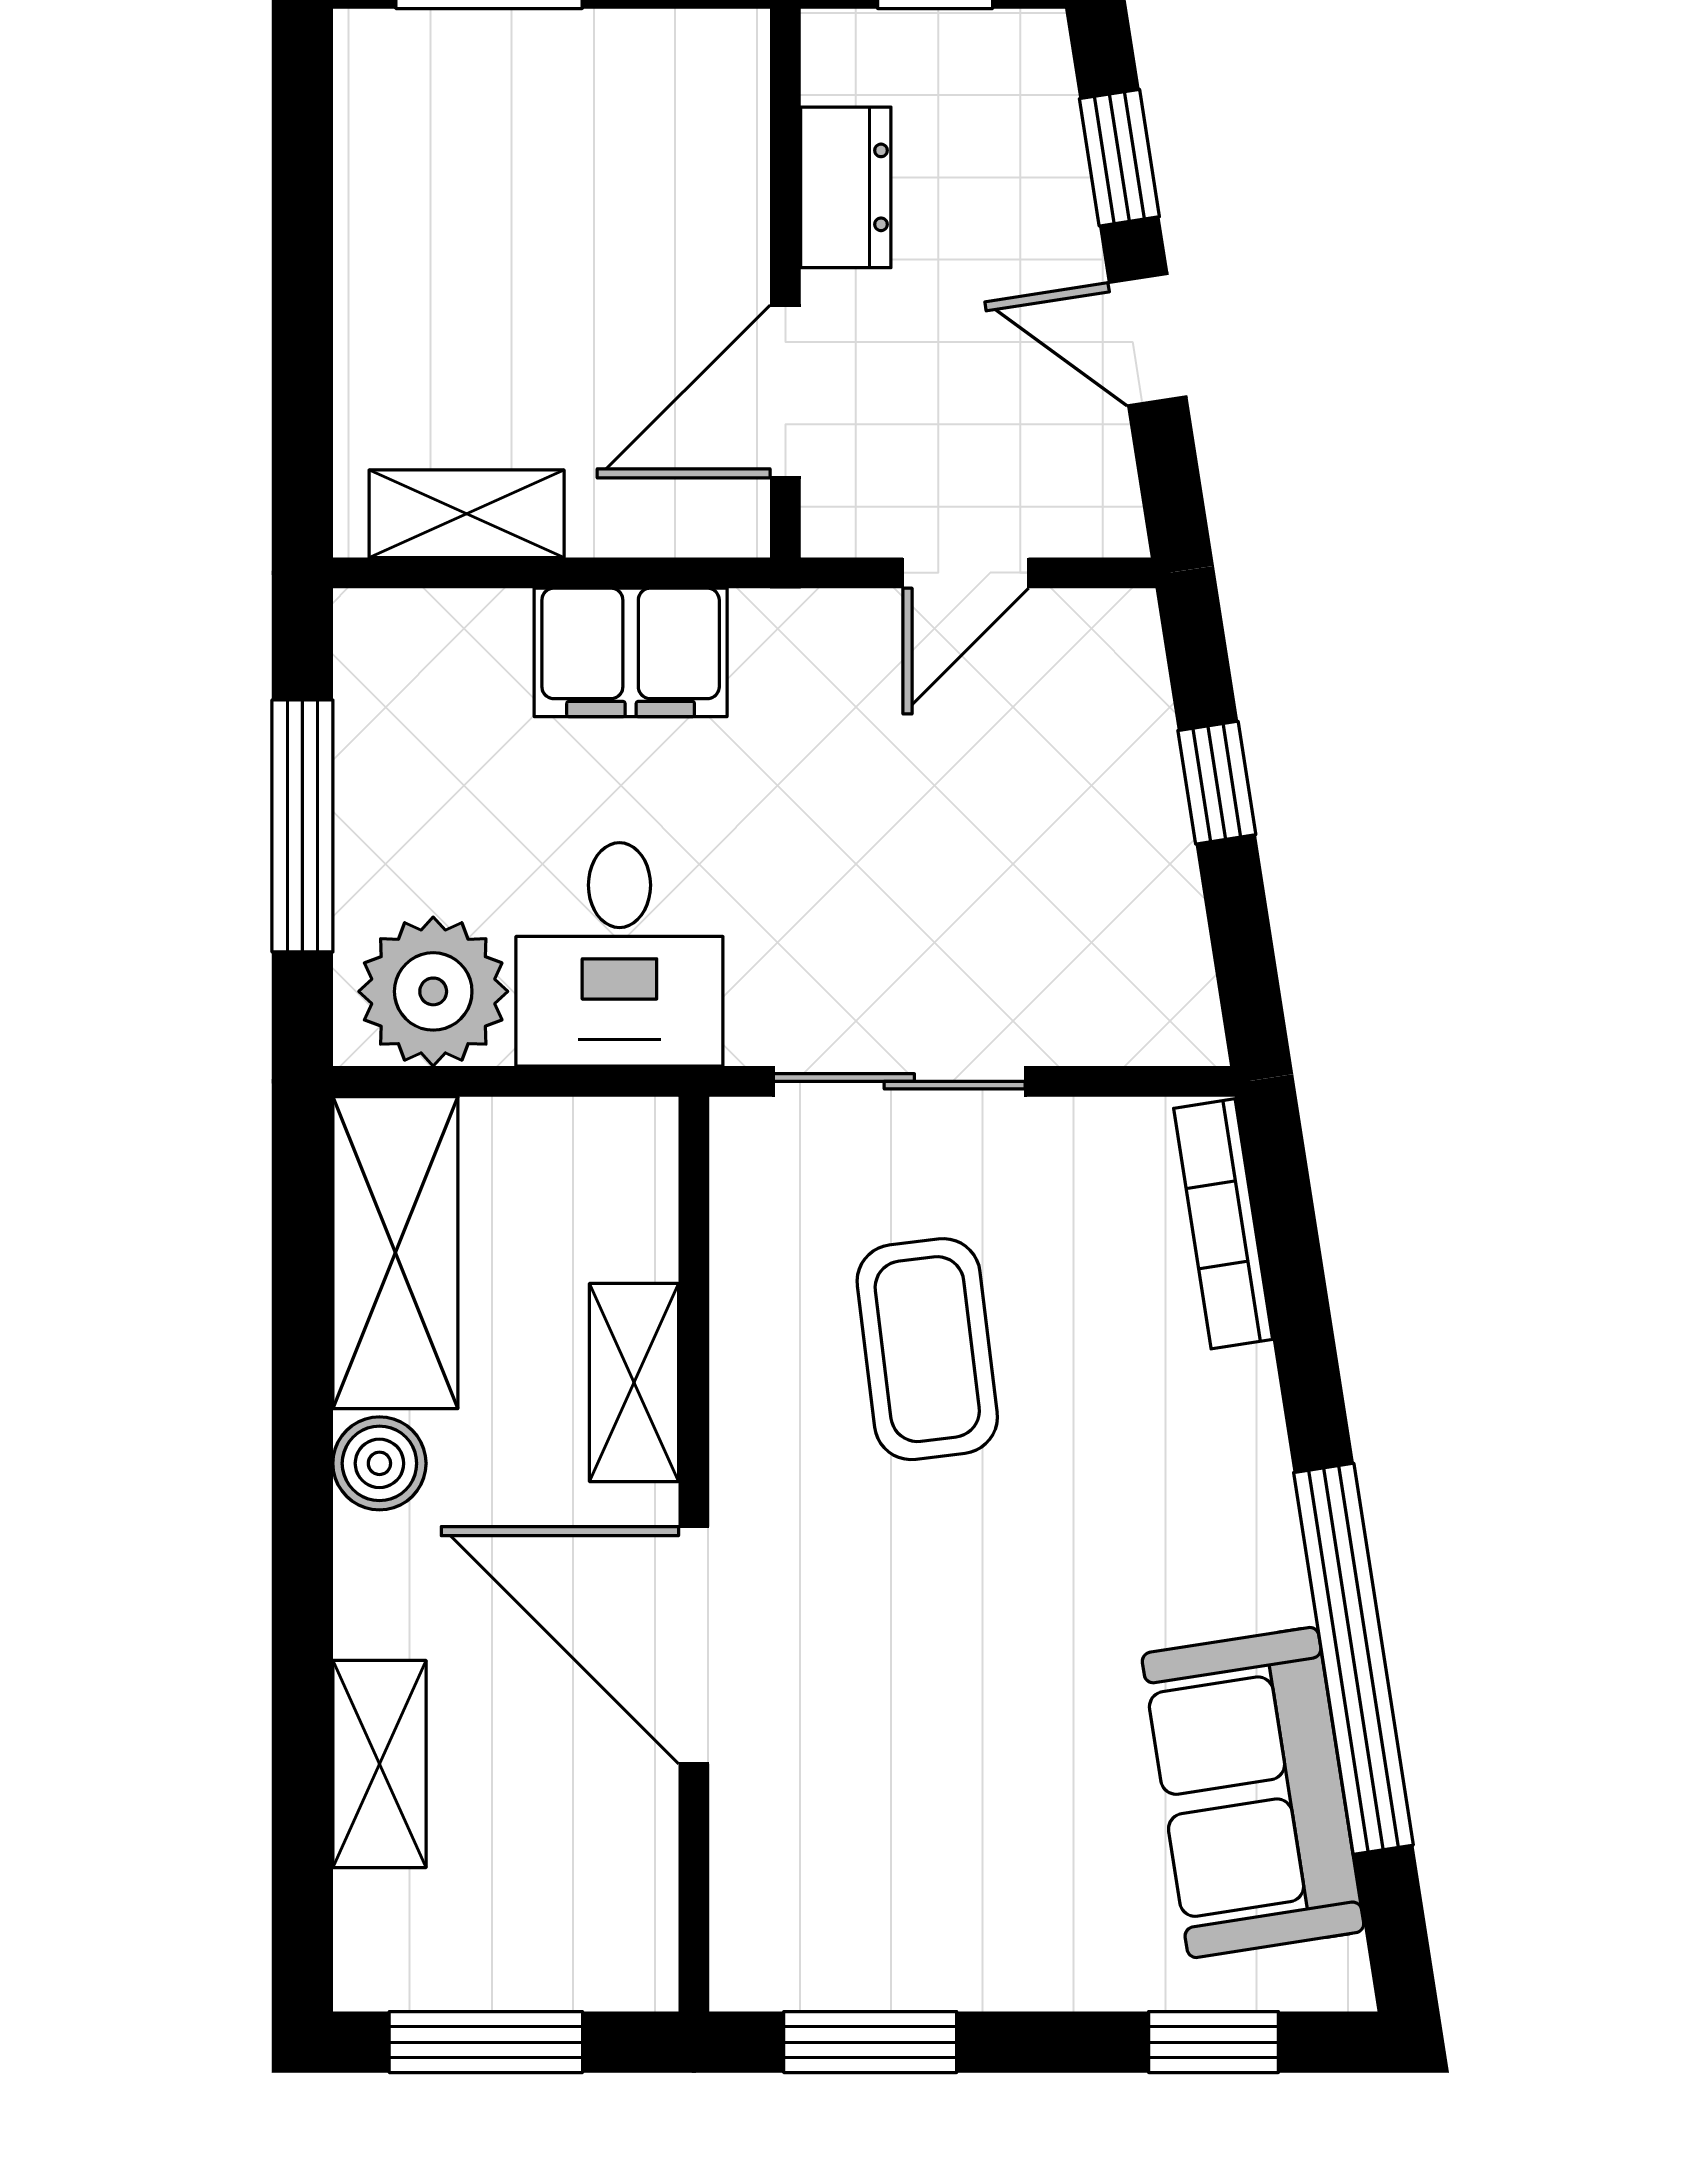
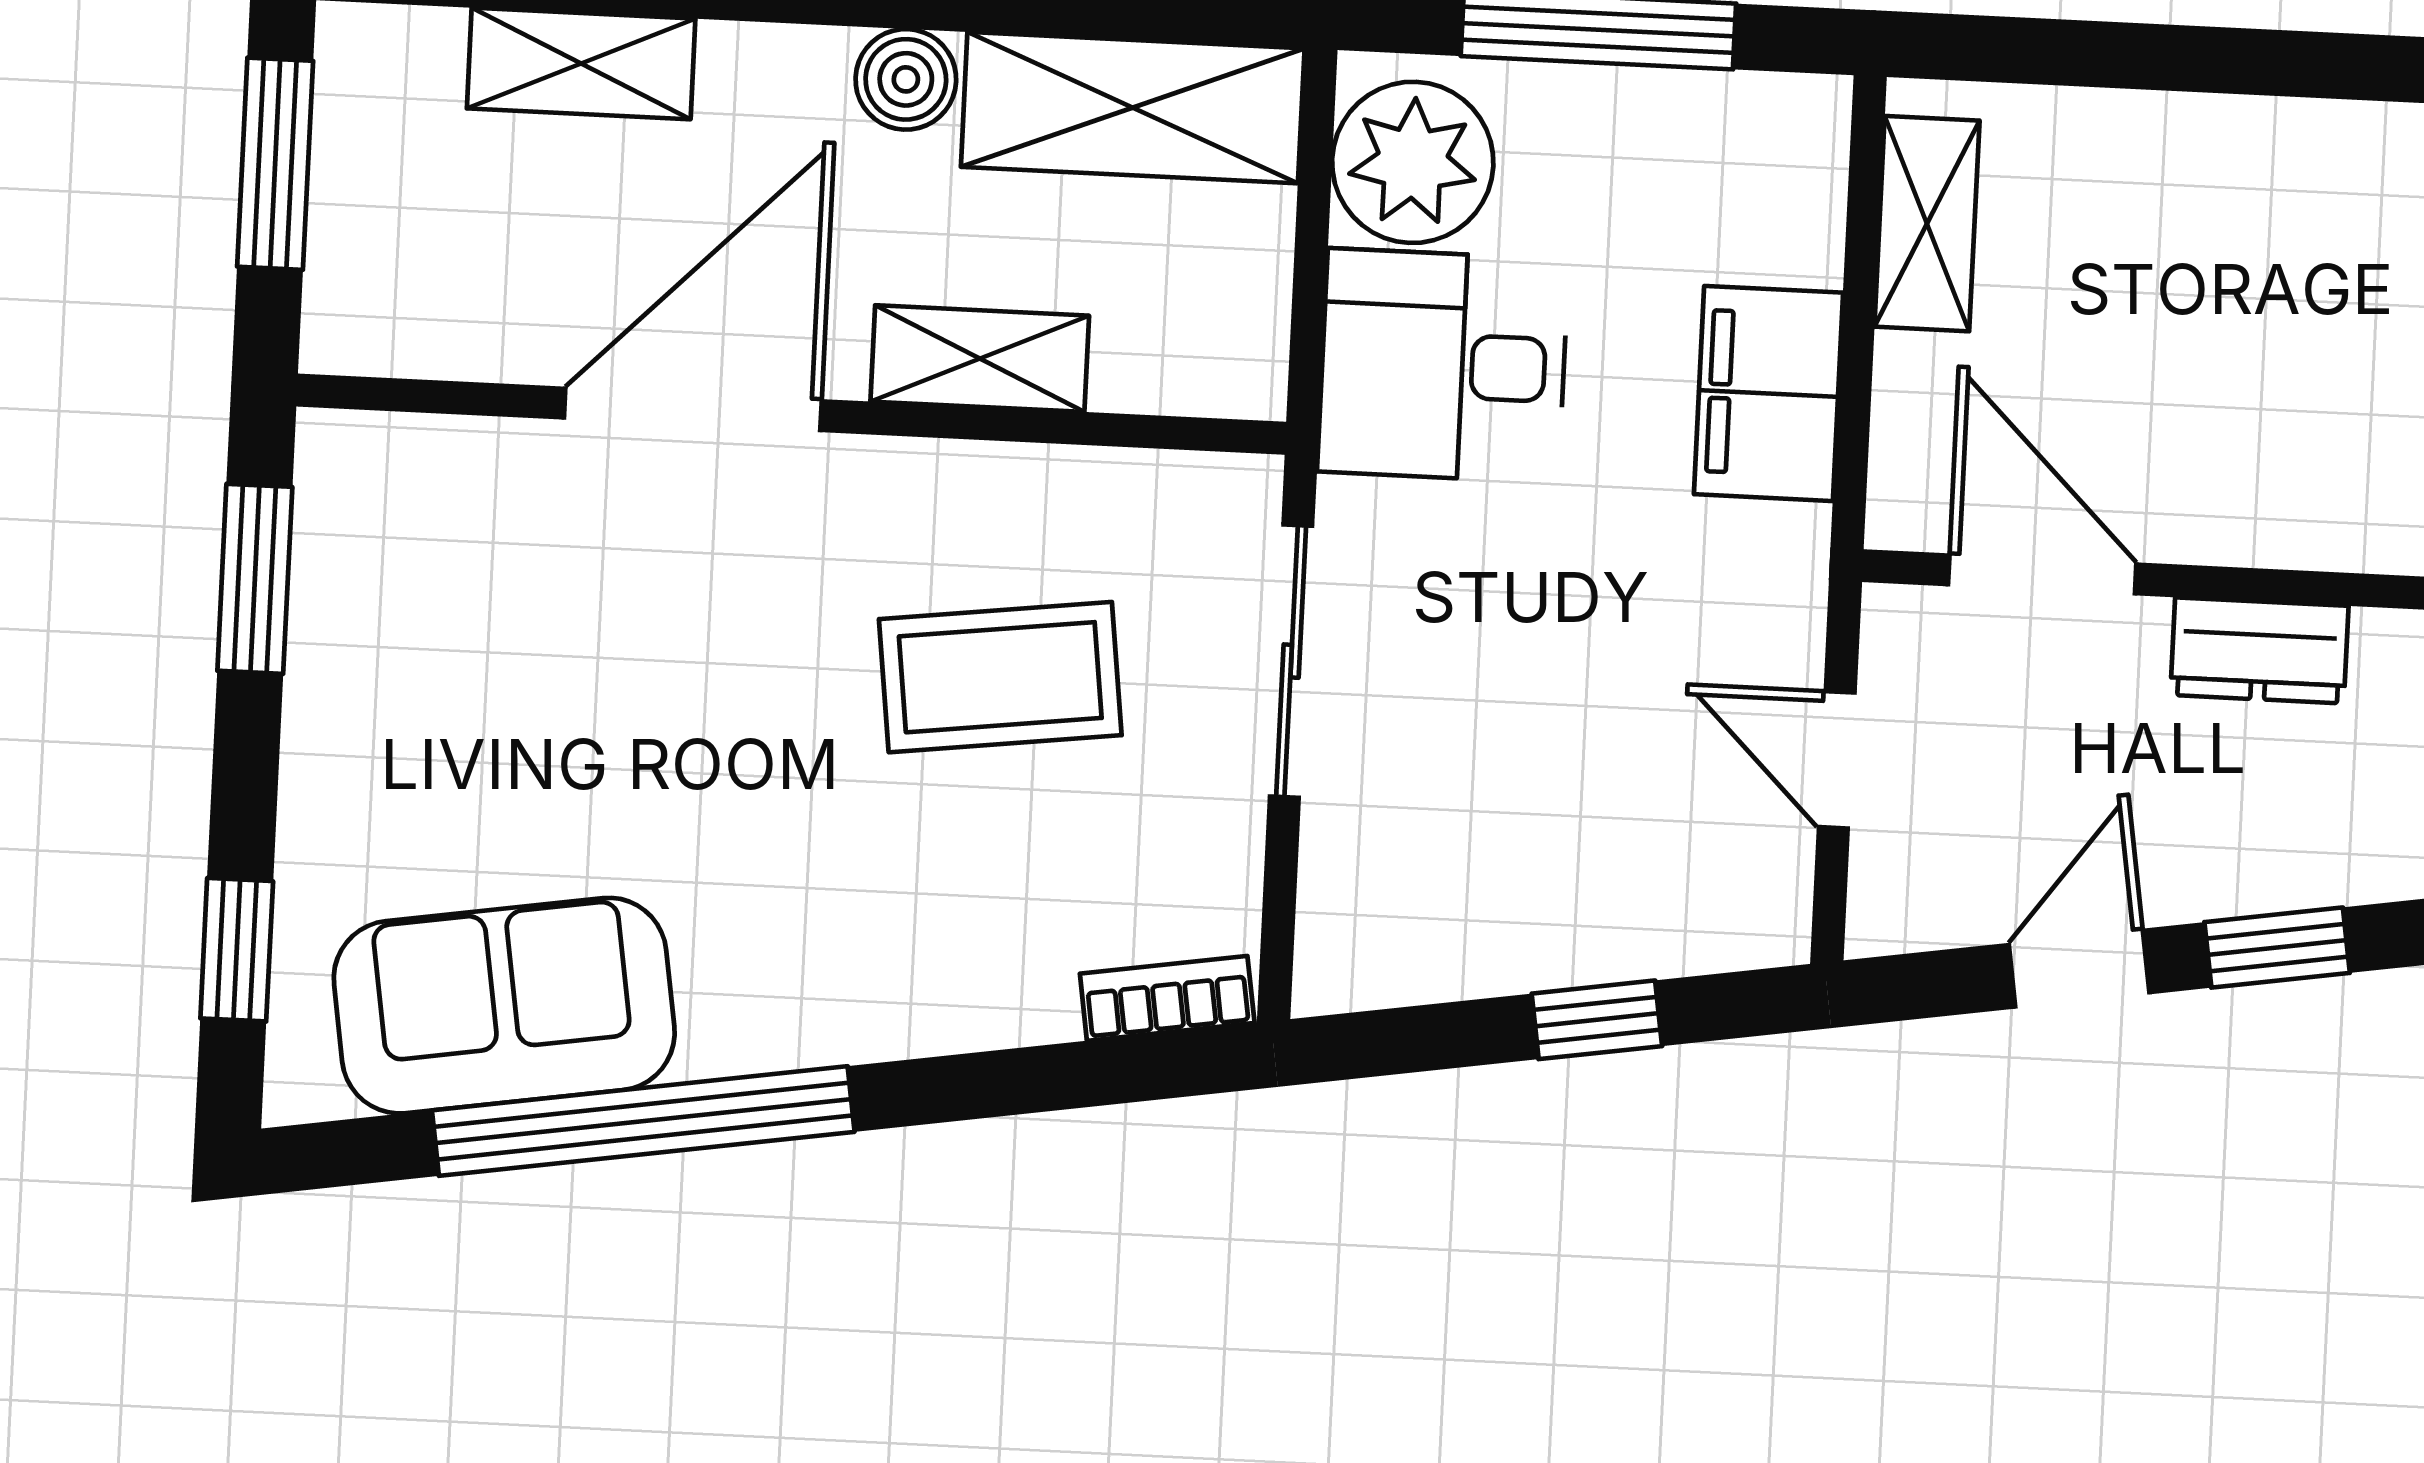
bookcase: (1223, 1224) -> (1167, 998), width x0.64

